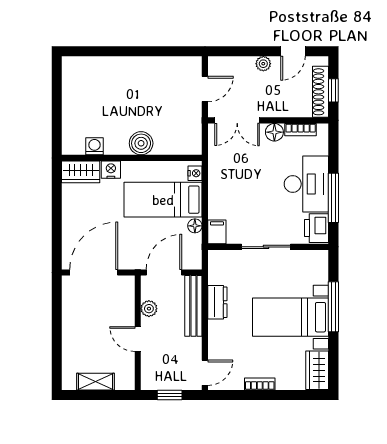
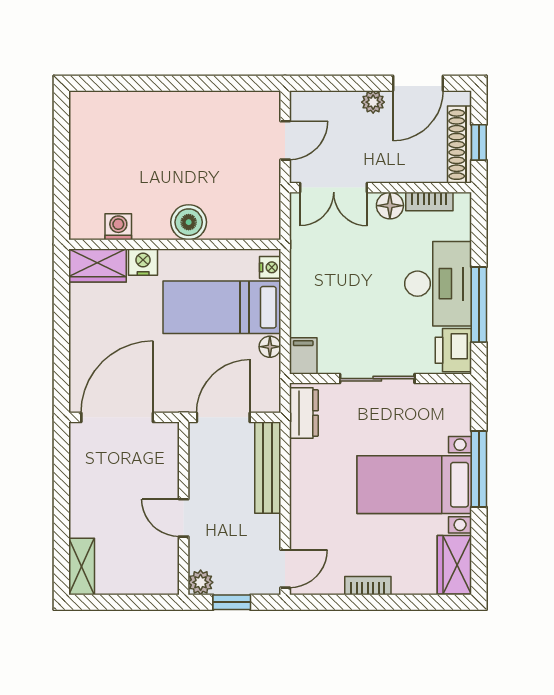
door: (293, 51) -> (418, 83), width x1.38
dresser: (217, 302) -> (304, 413), moved
plant: (149, 309) -> (201, 582), moved
shelving: (96, 382) -> (82, 566), moved, turned 90

